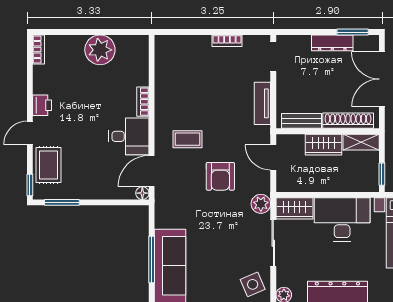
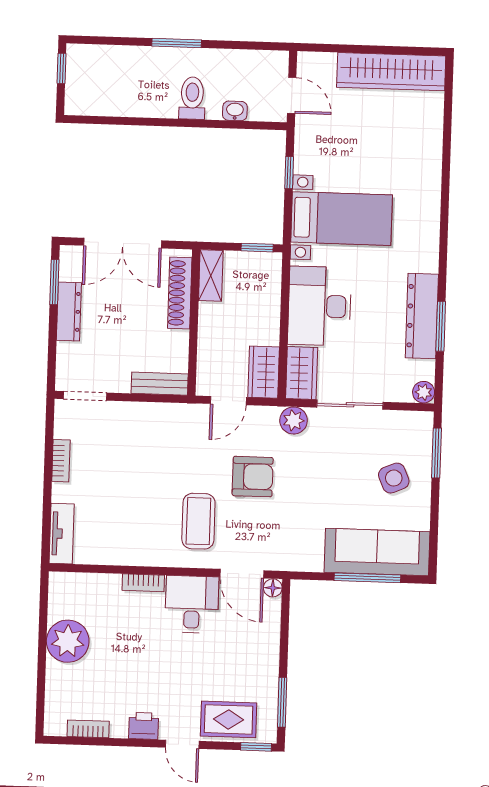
bookcase: (39, 50) -> (88, 729), moved
tv unit: (262, 103) -> (62, 534), moved, turned -90
bench: (301, 121) -> (160, 384), moved, turned 90
coffee table: (188, 139) -> (198, 521), width x1.36, depth x1.30
wardrobe: (323, 145) -> (264, 372), moved, turned 180
side table: (253, 284) -> (394, 478), moved

